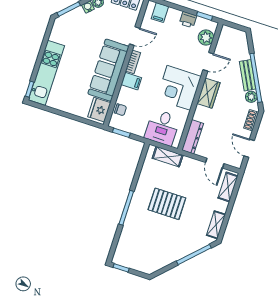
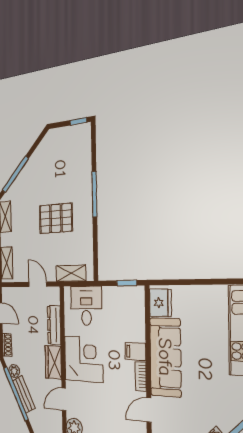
chair: (120, 110) -> (137, 311), removed
dresser: (193, 137) -> (54, 325), moved
door: (215, 163) -> (38, 284), moved

